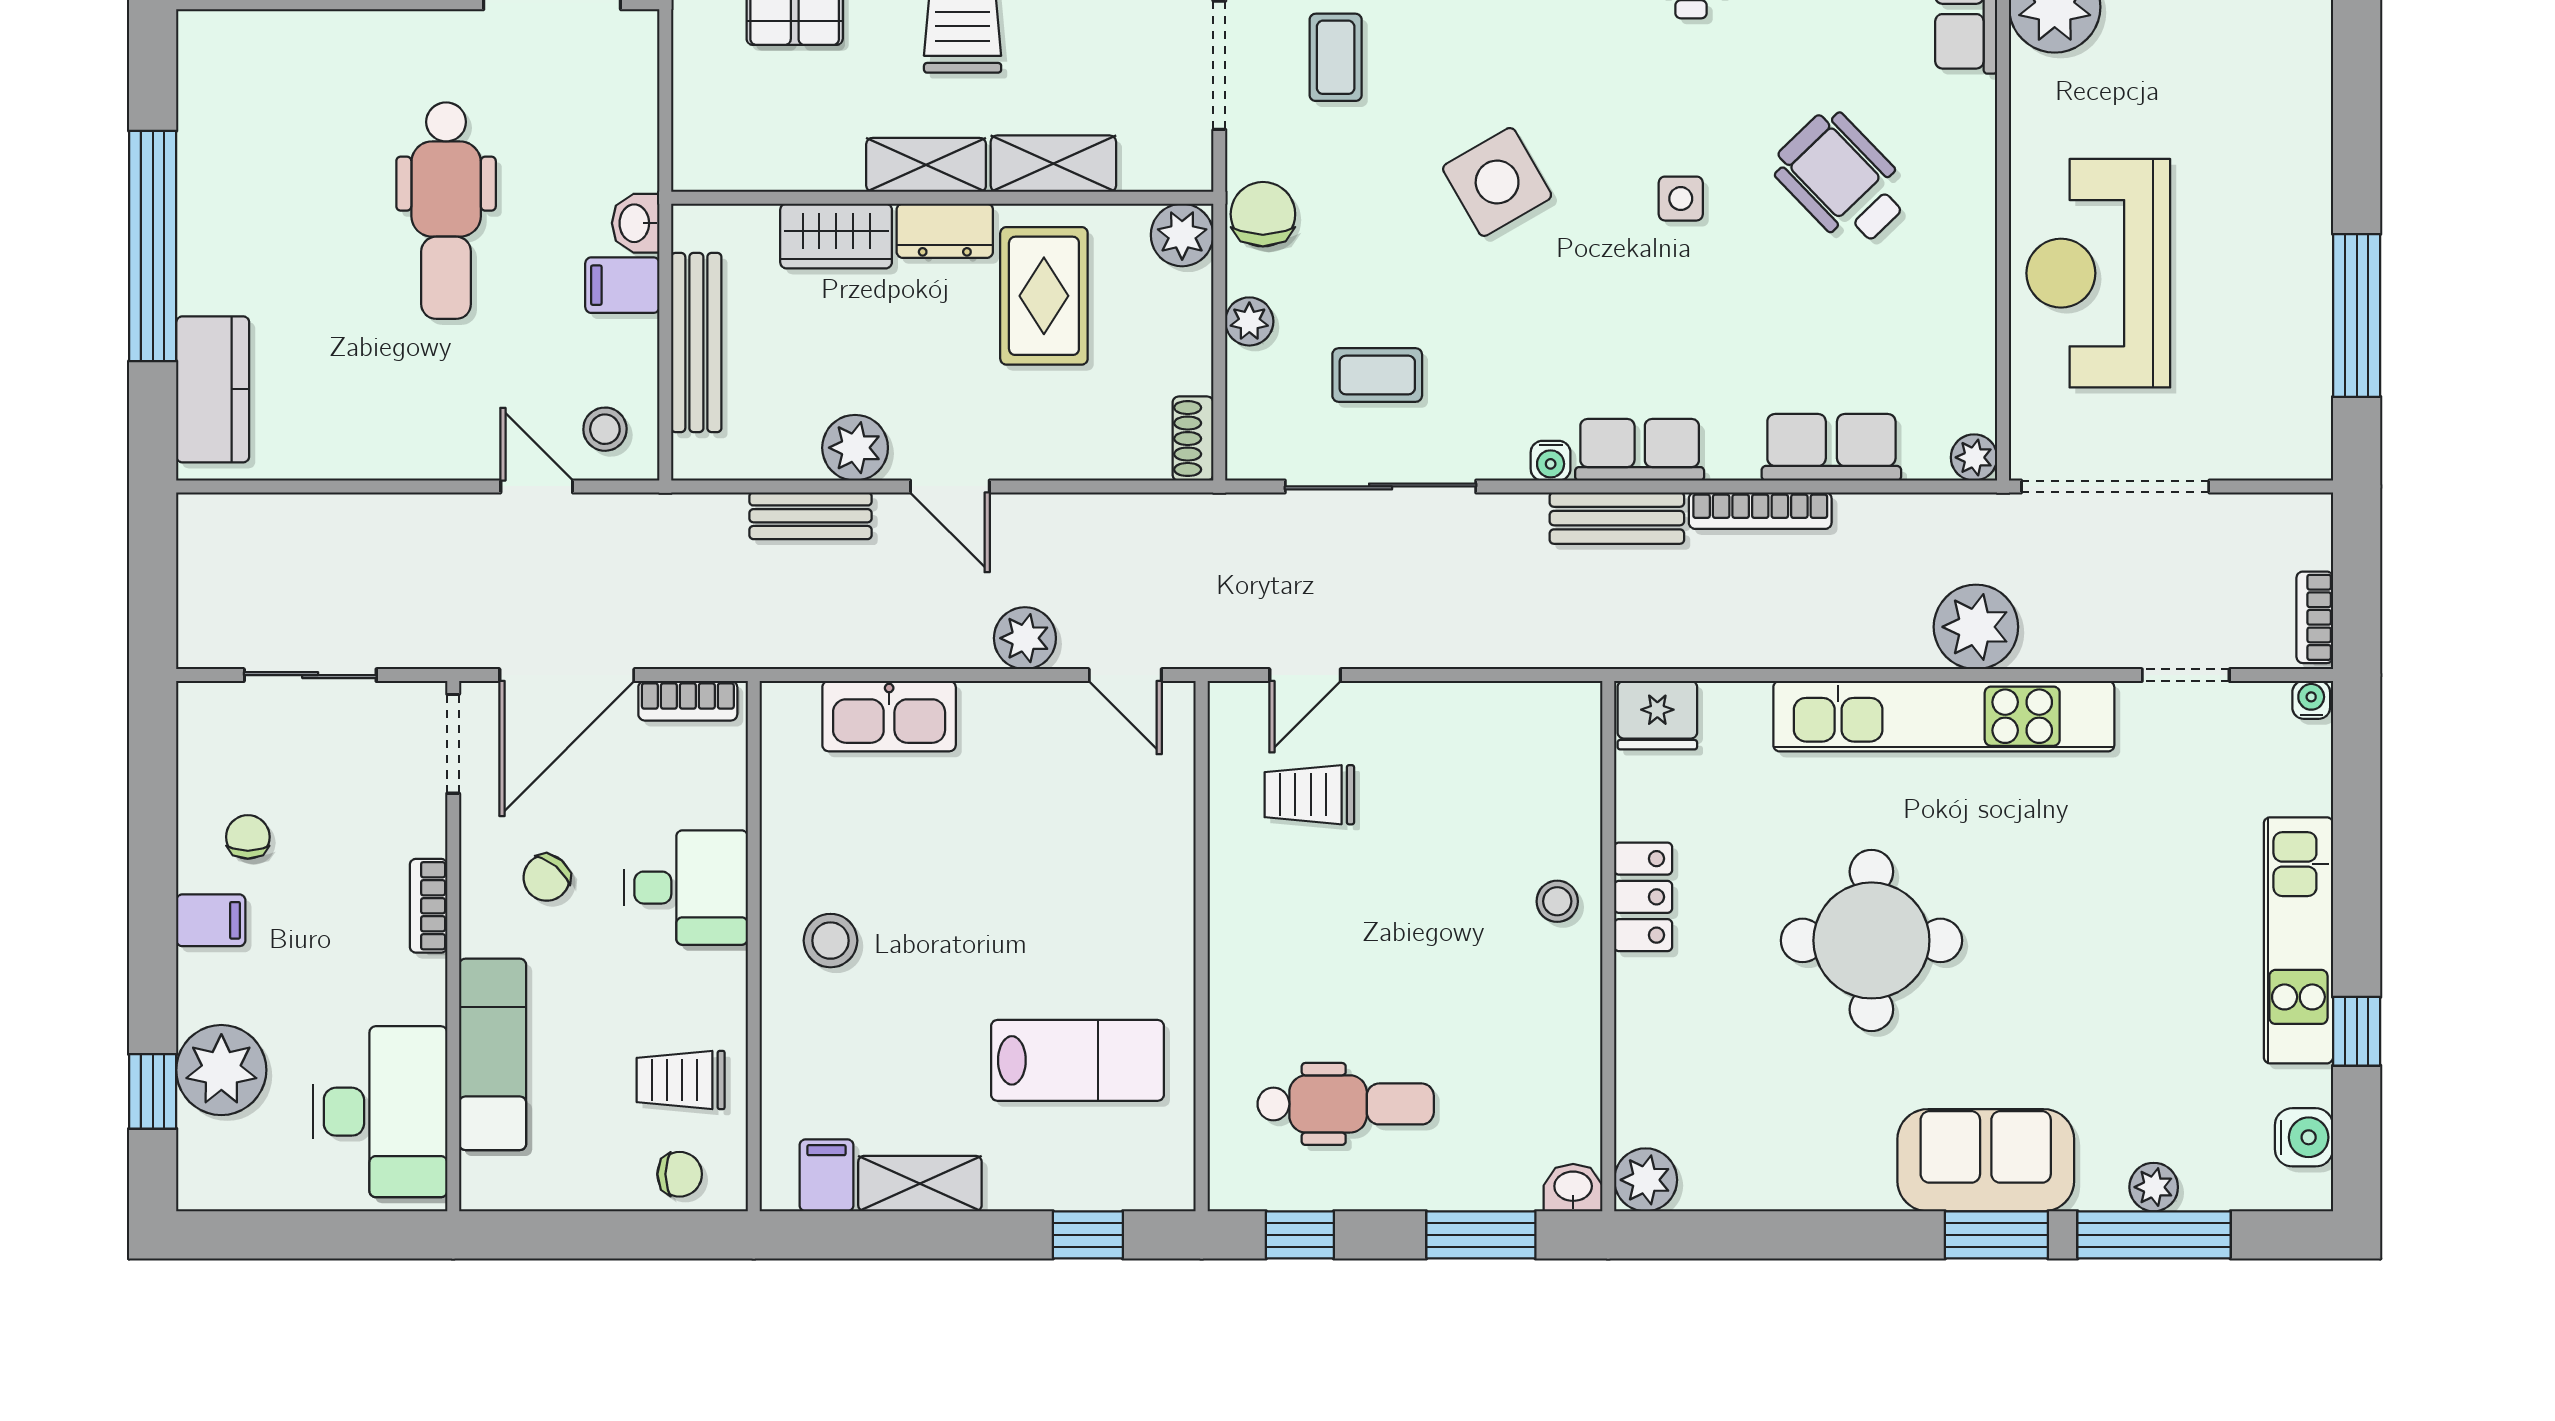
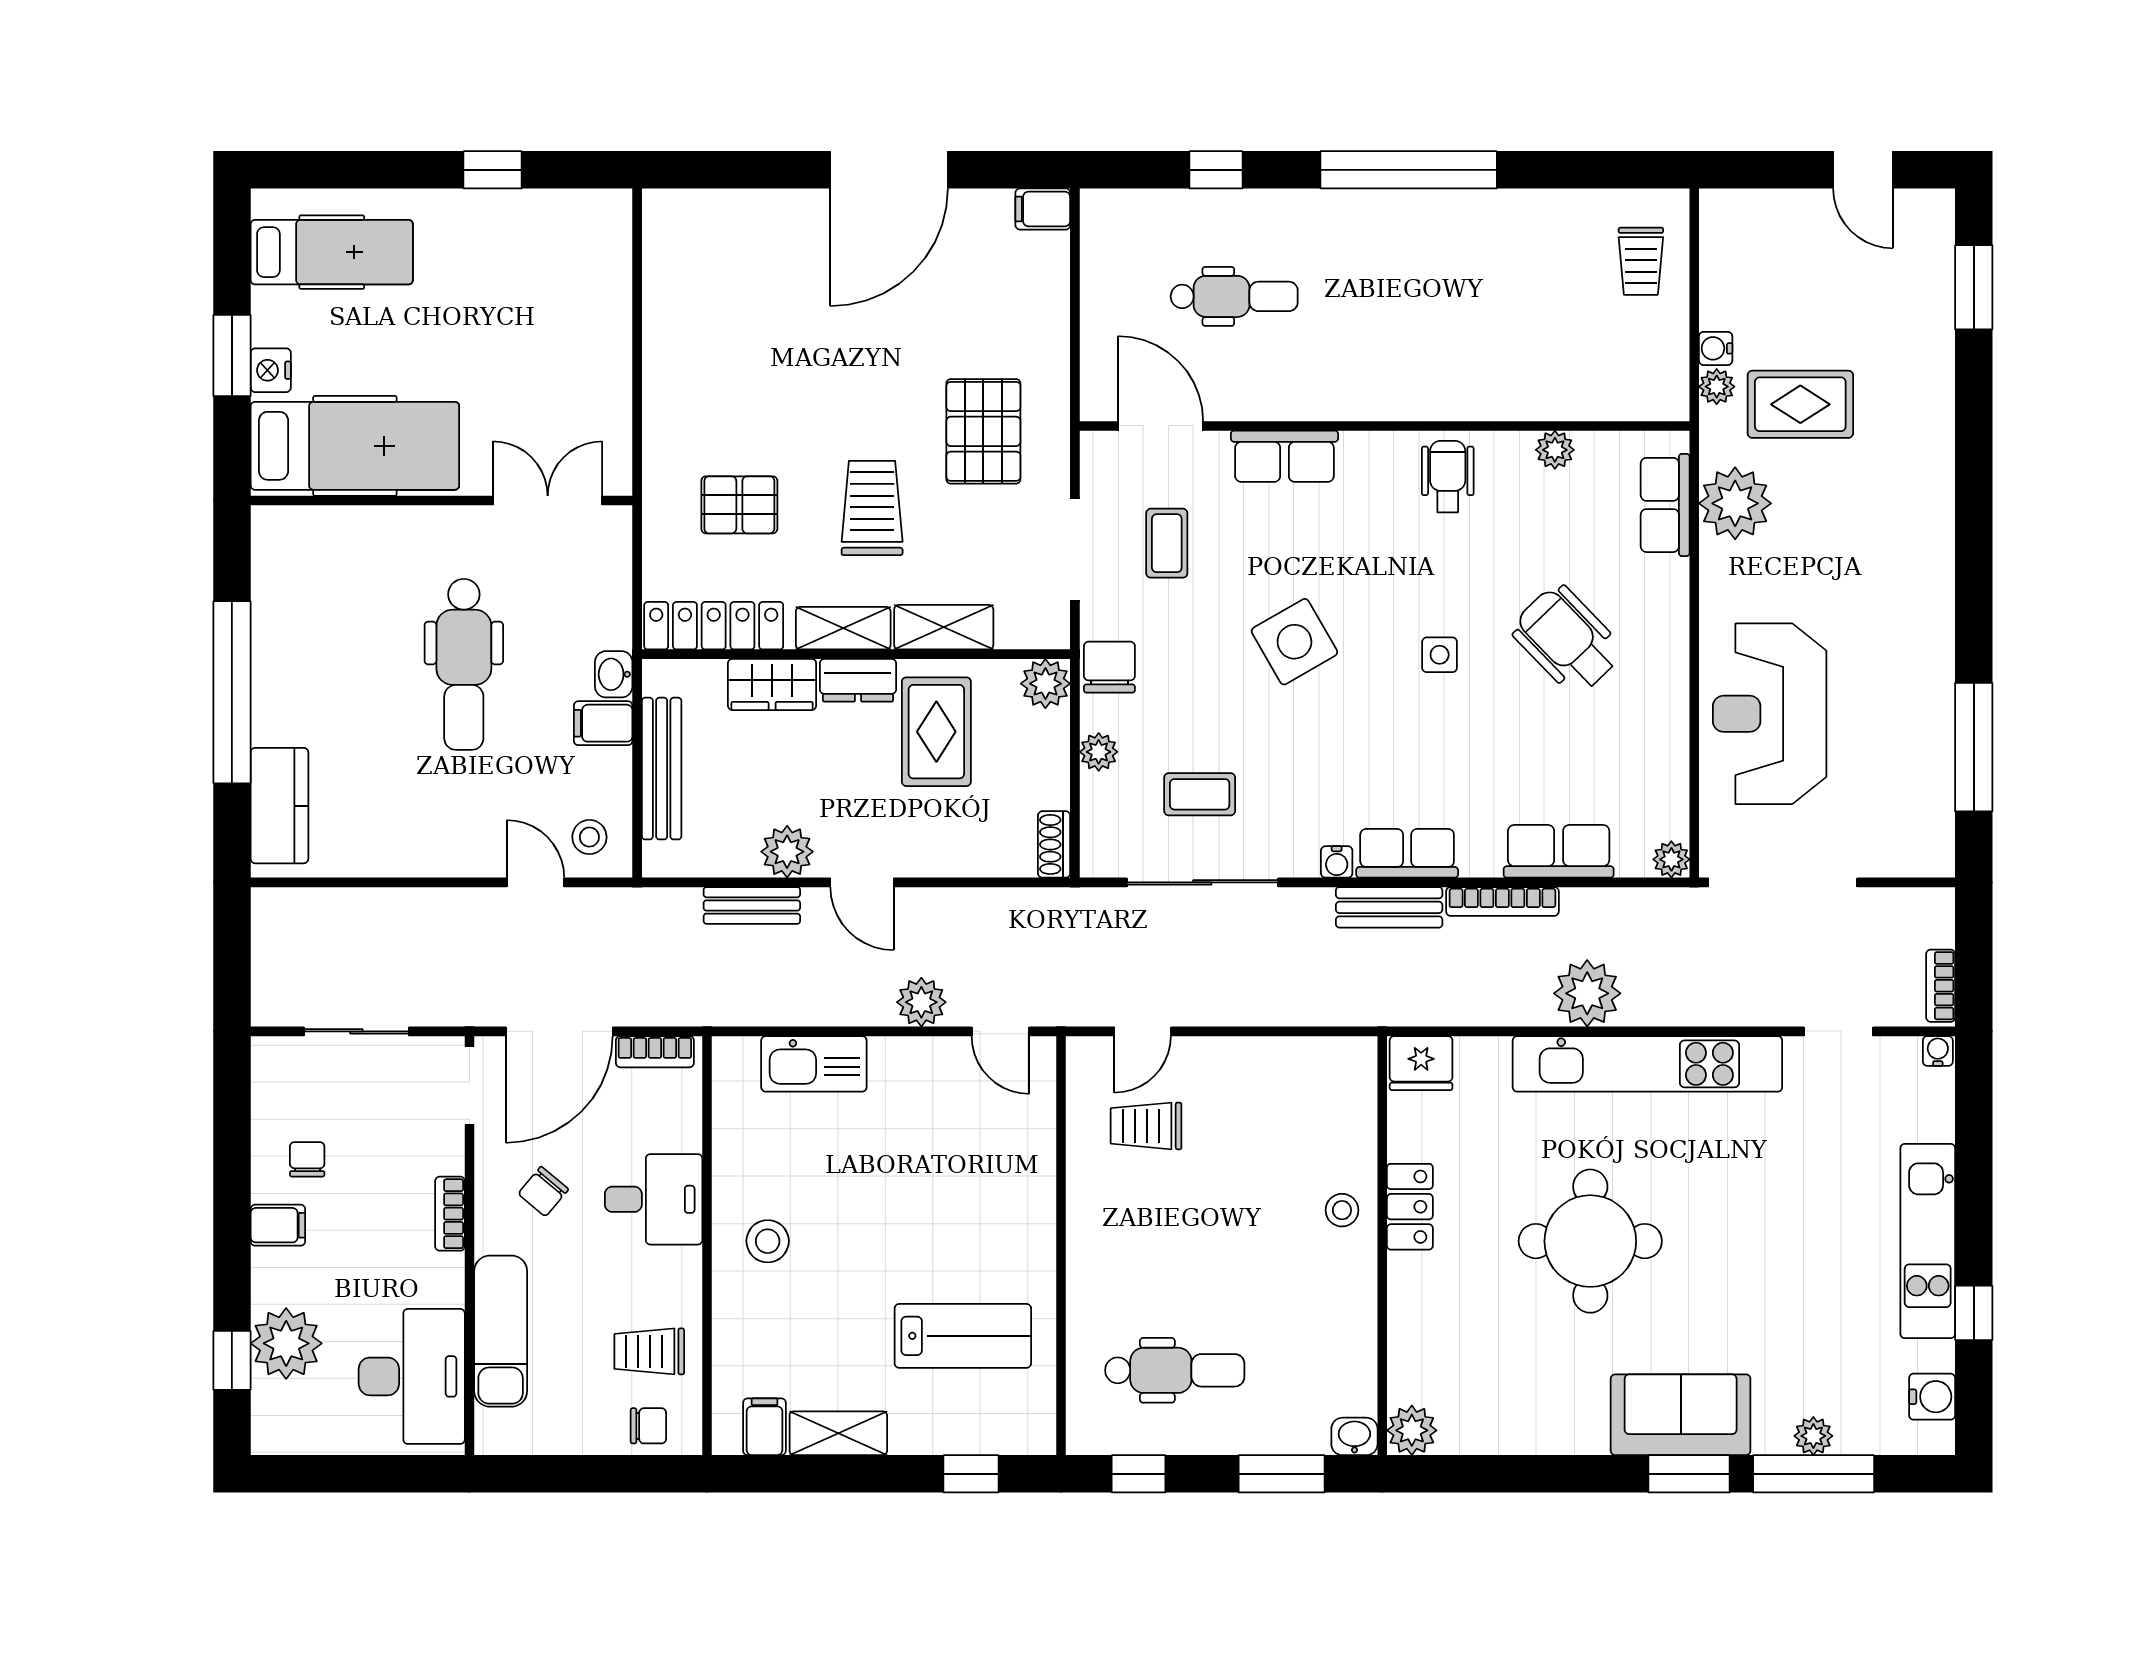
locker: (762, 162) -> (714, 626), added
plant: (1976, 627) -> (1587, 993), moved

